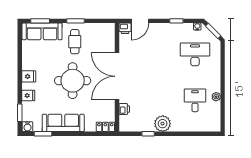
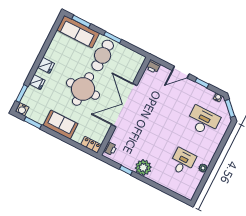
door: (140, 21) -> (181, 72), moved
cafe table: (75, 42) -> (103, 55), width x1.37, depth x1.35
printer: (124, 109) -> (110, 149), moved
sofa: (63, 123) -> (61, 125), width x0.73

